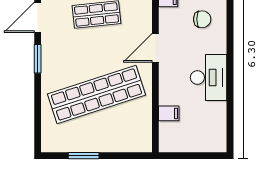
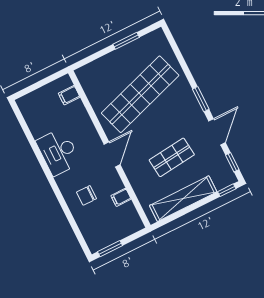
filing cabinet: (169, 113) -> (69, 95), moved

